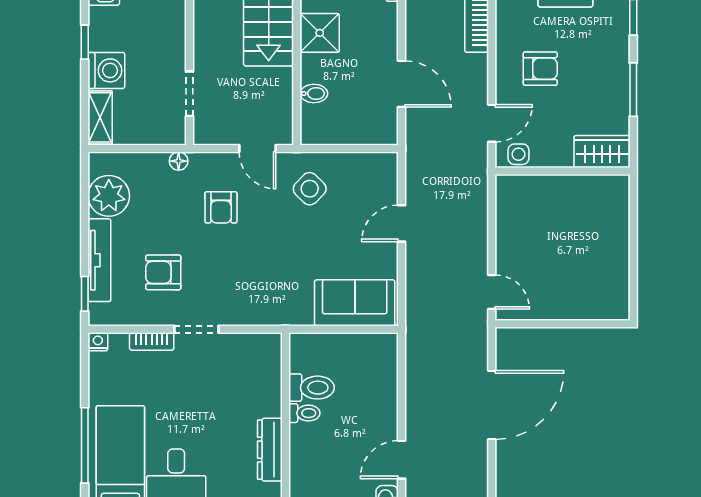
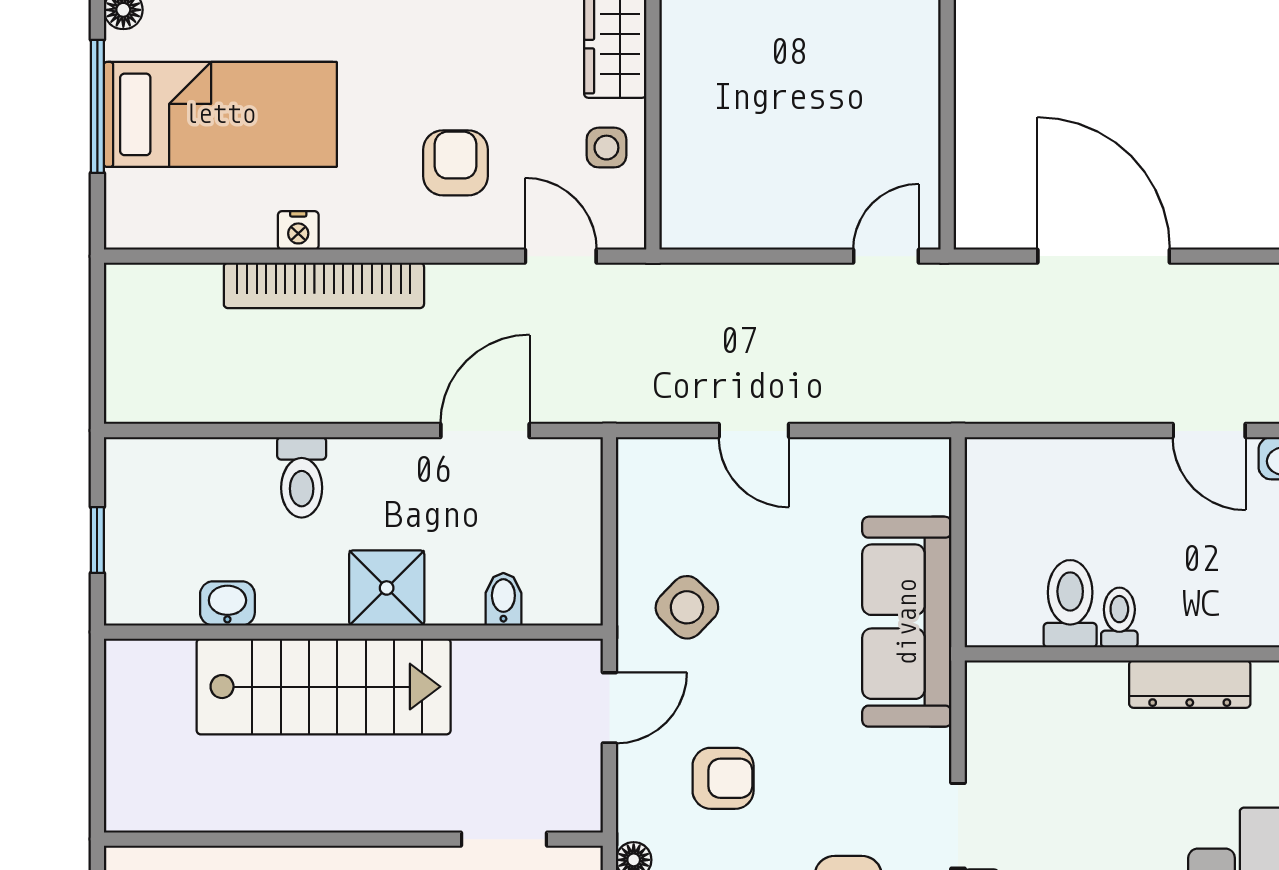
side table: (518, 154) -> (606, 148), moved
sofa: (355, 303) -> (907, 622), moved, width x1.36

